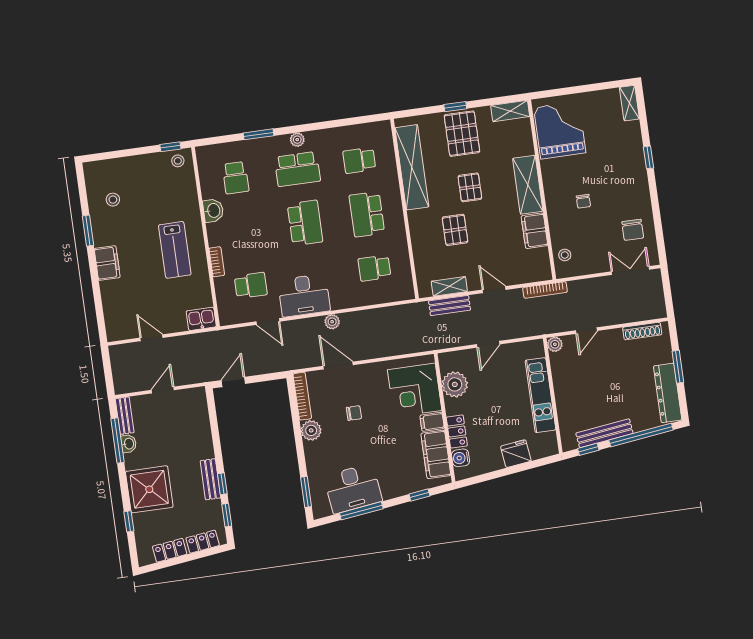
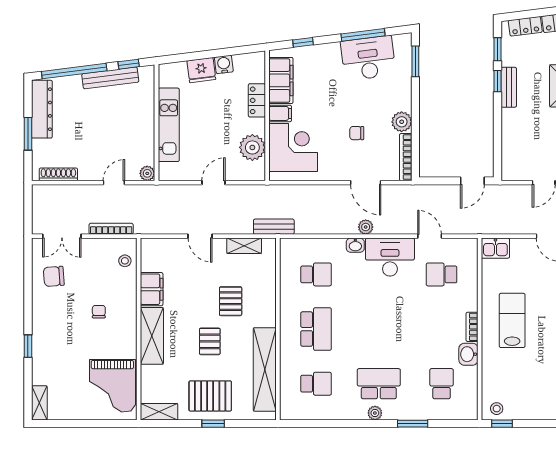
pallet: (462, 134) -> (210, 396), turned 90
school desk: (305, 223) -> (379, 329), removed
chair: (633, 230) -> (54, 276), turned -94
bookcase: (217, 262) -> (472, 327), moved
bookcase: (545, 290) -> (111, 229), moved
washbasin: (340, 302) -> (355, 245), added
bench: (450, 305) -> (274, 227), moved
water cooler: (461, 458) -> (224, 64), moved, turned -97

